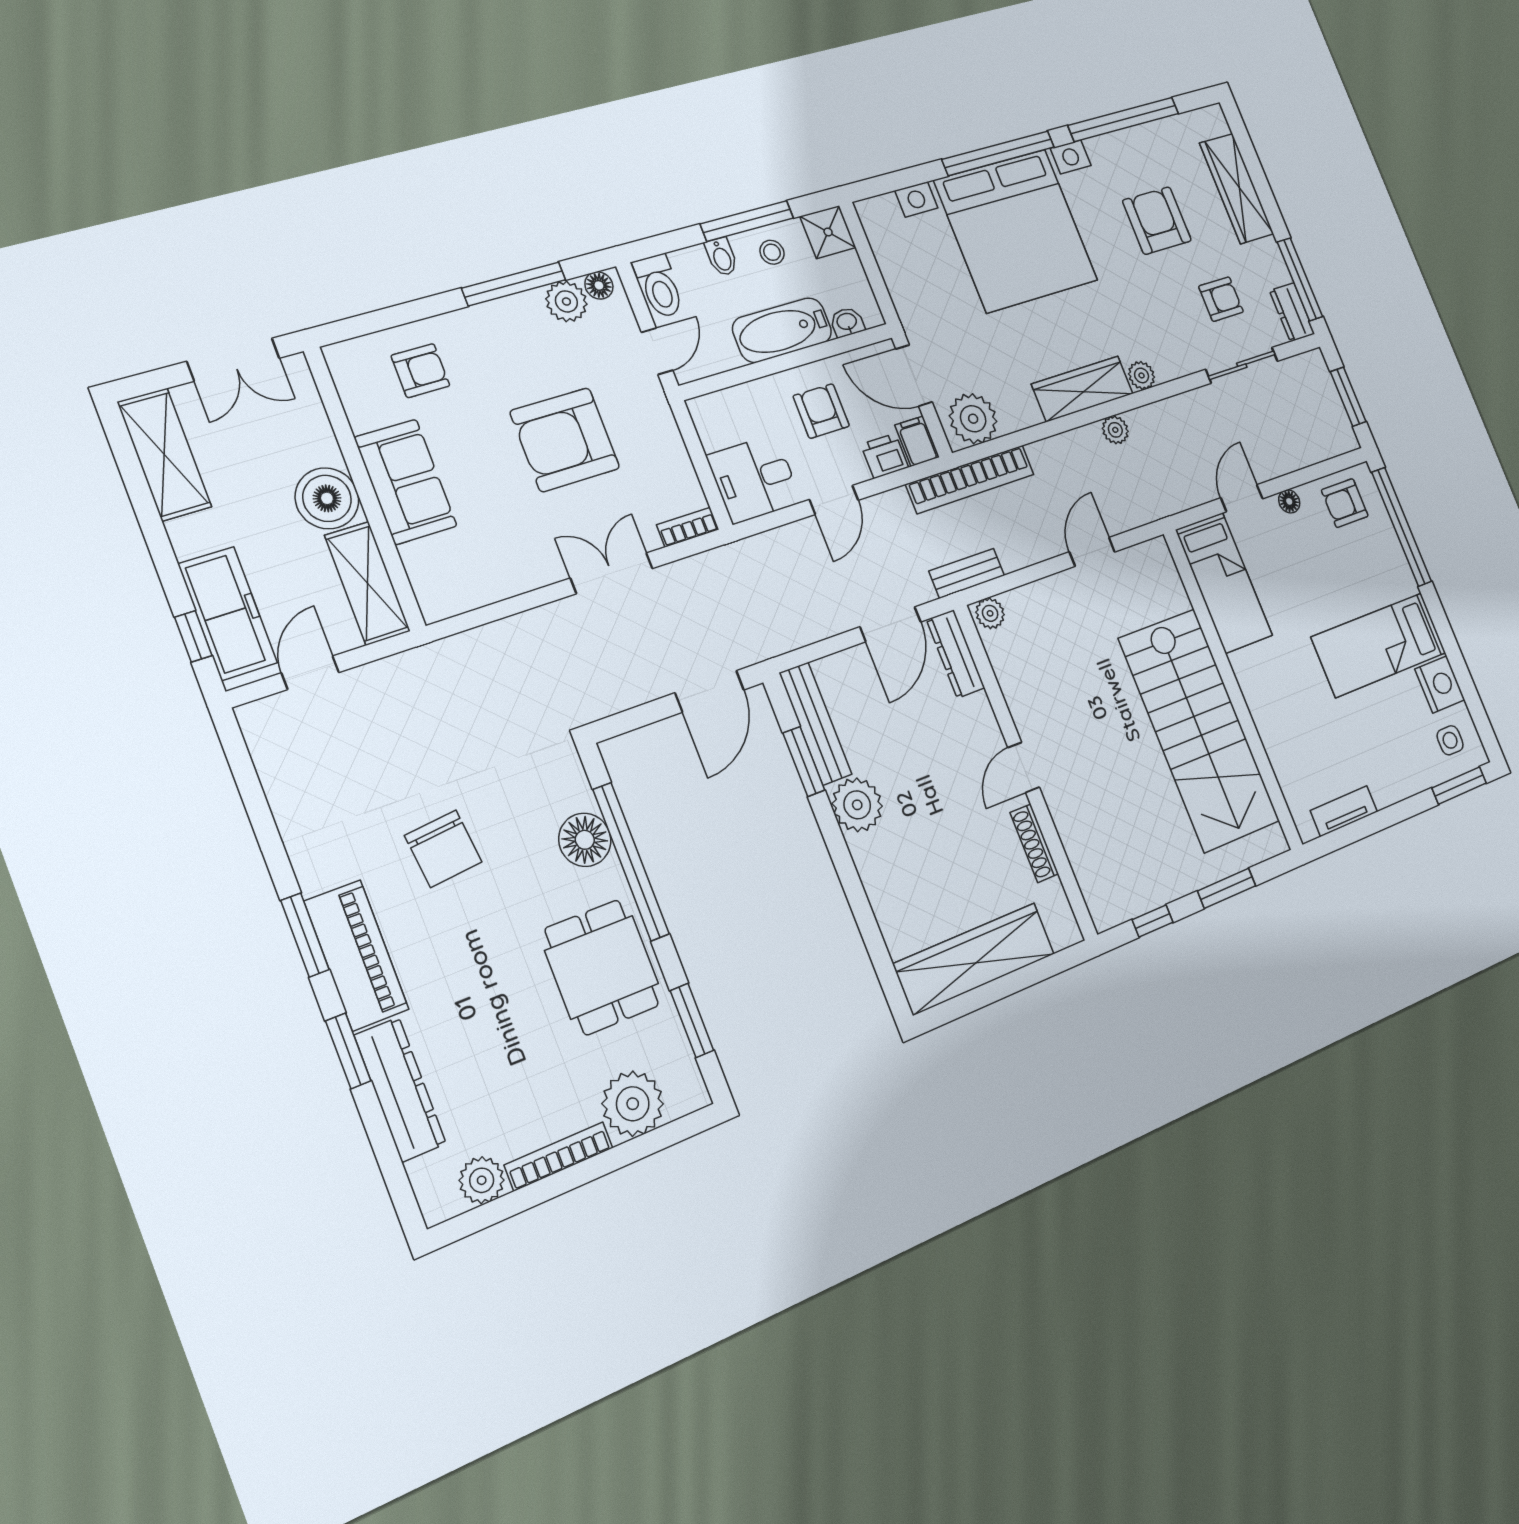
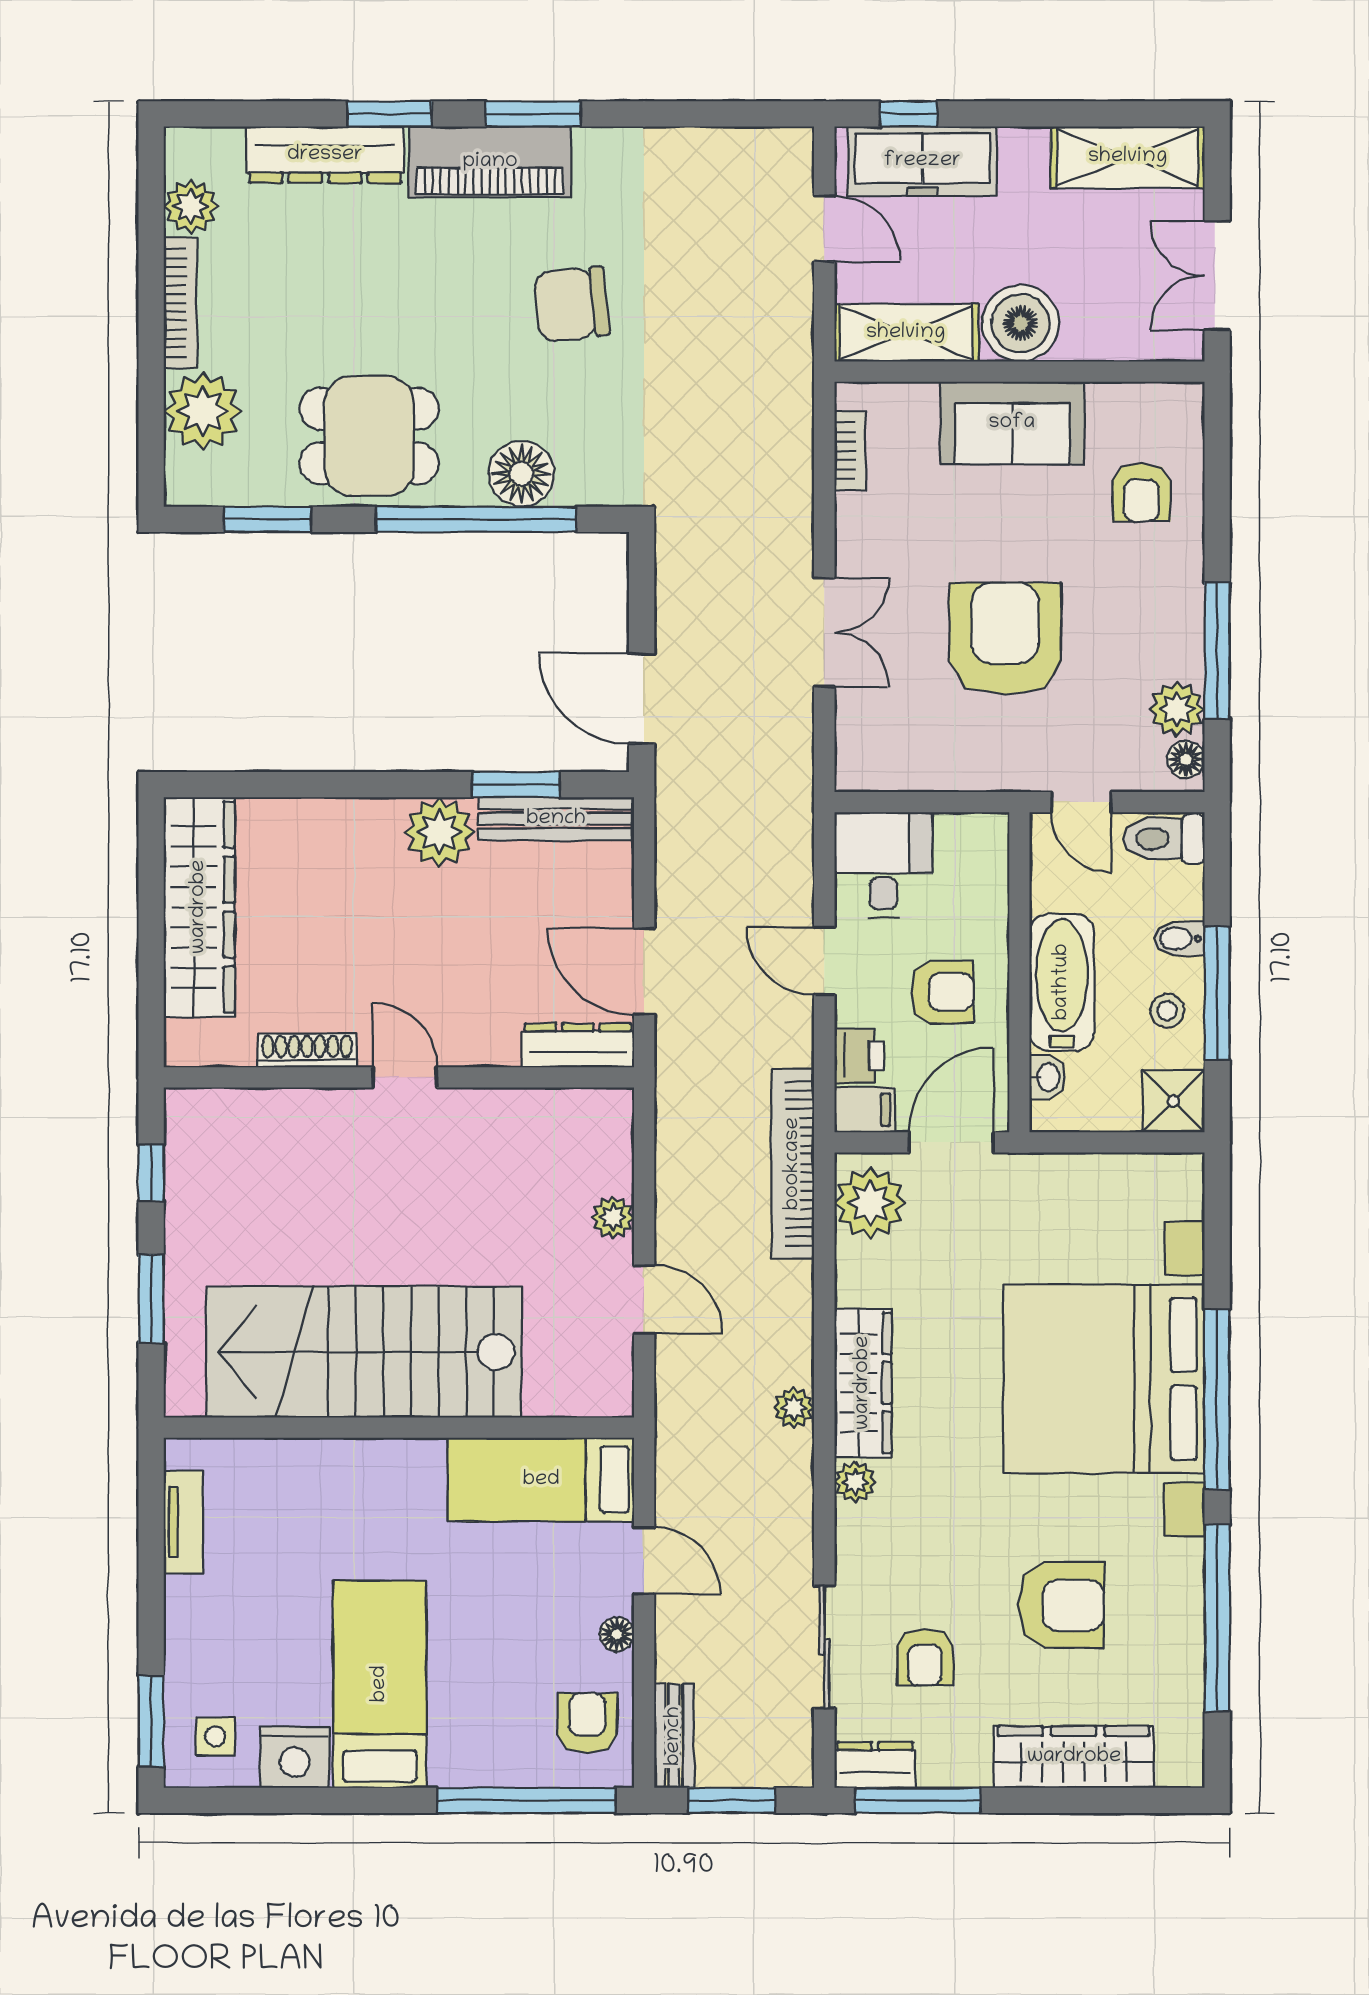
bookcase: (688, 527) -> (850, 451), moved
bench: (967, 573) -> (674, 1736), moved
plant: (990, 613) -> (613, 1217), moved

